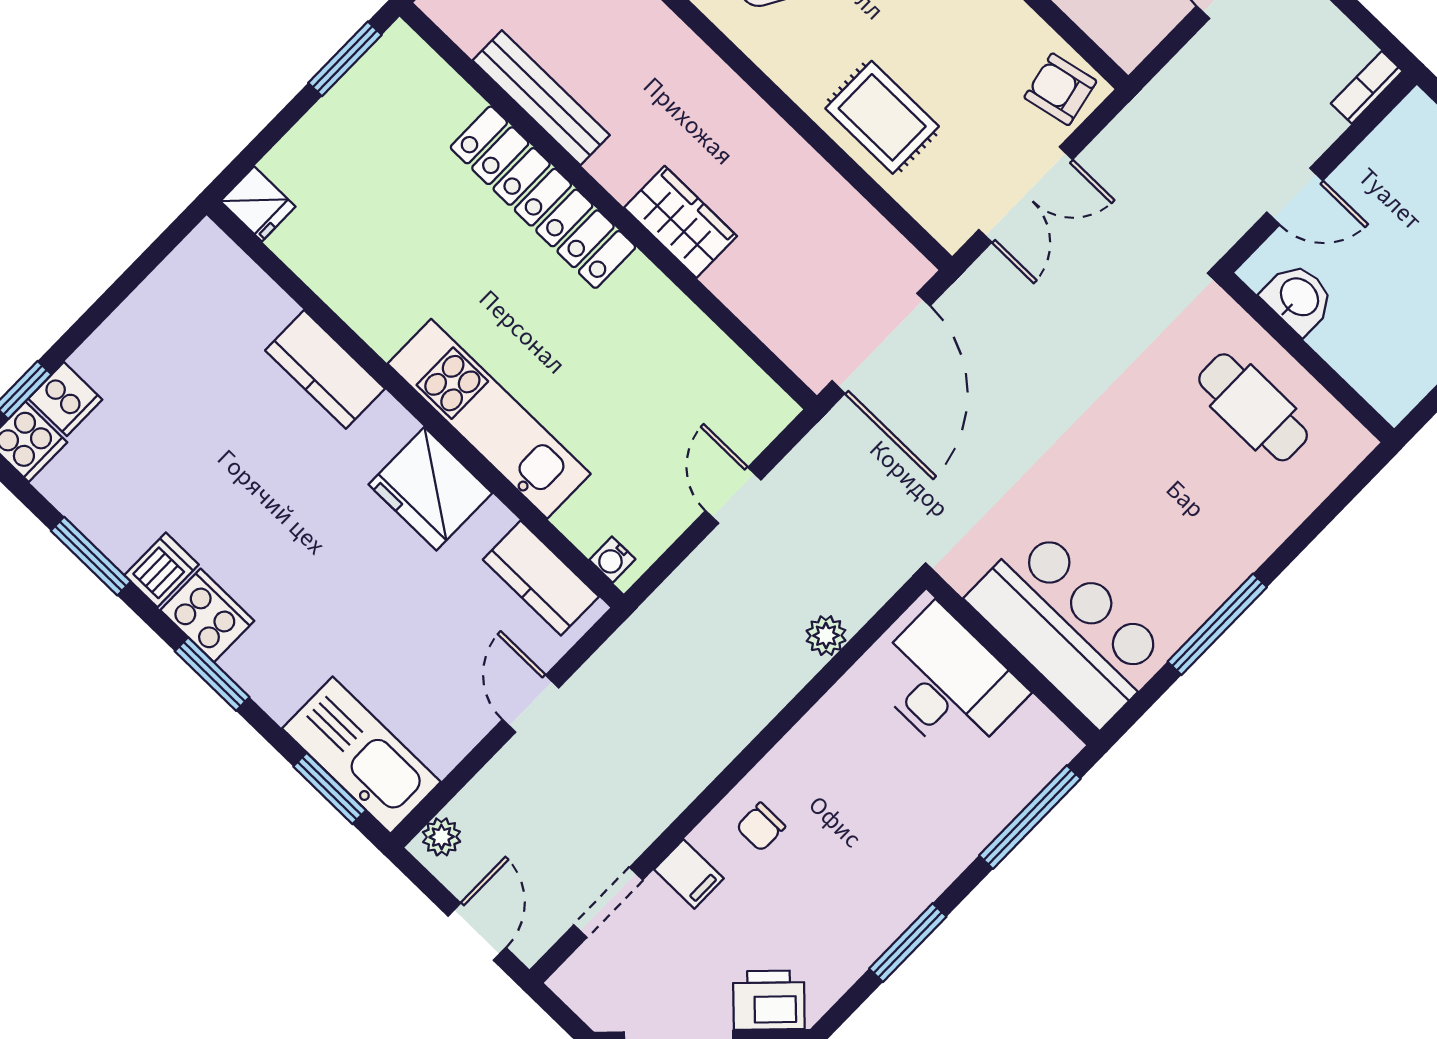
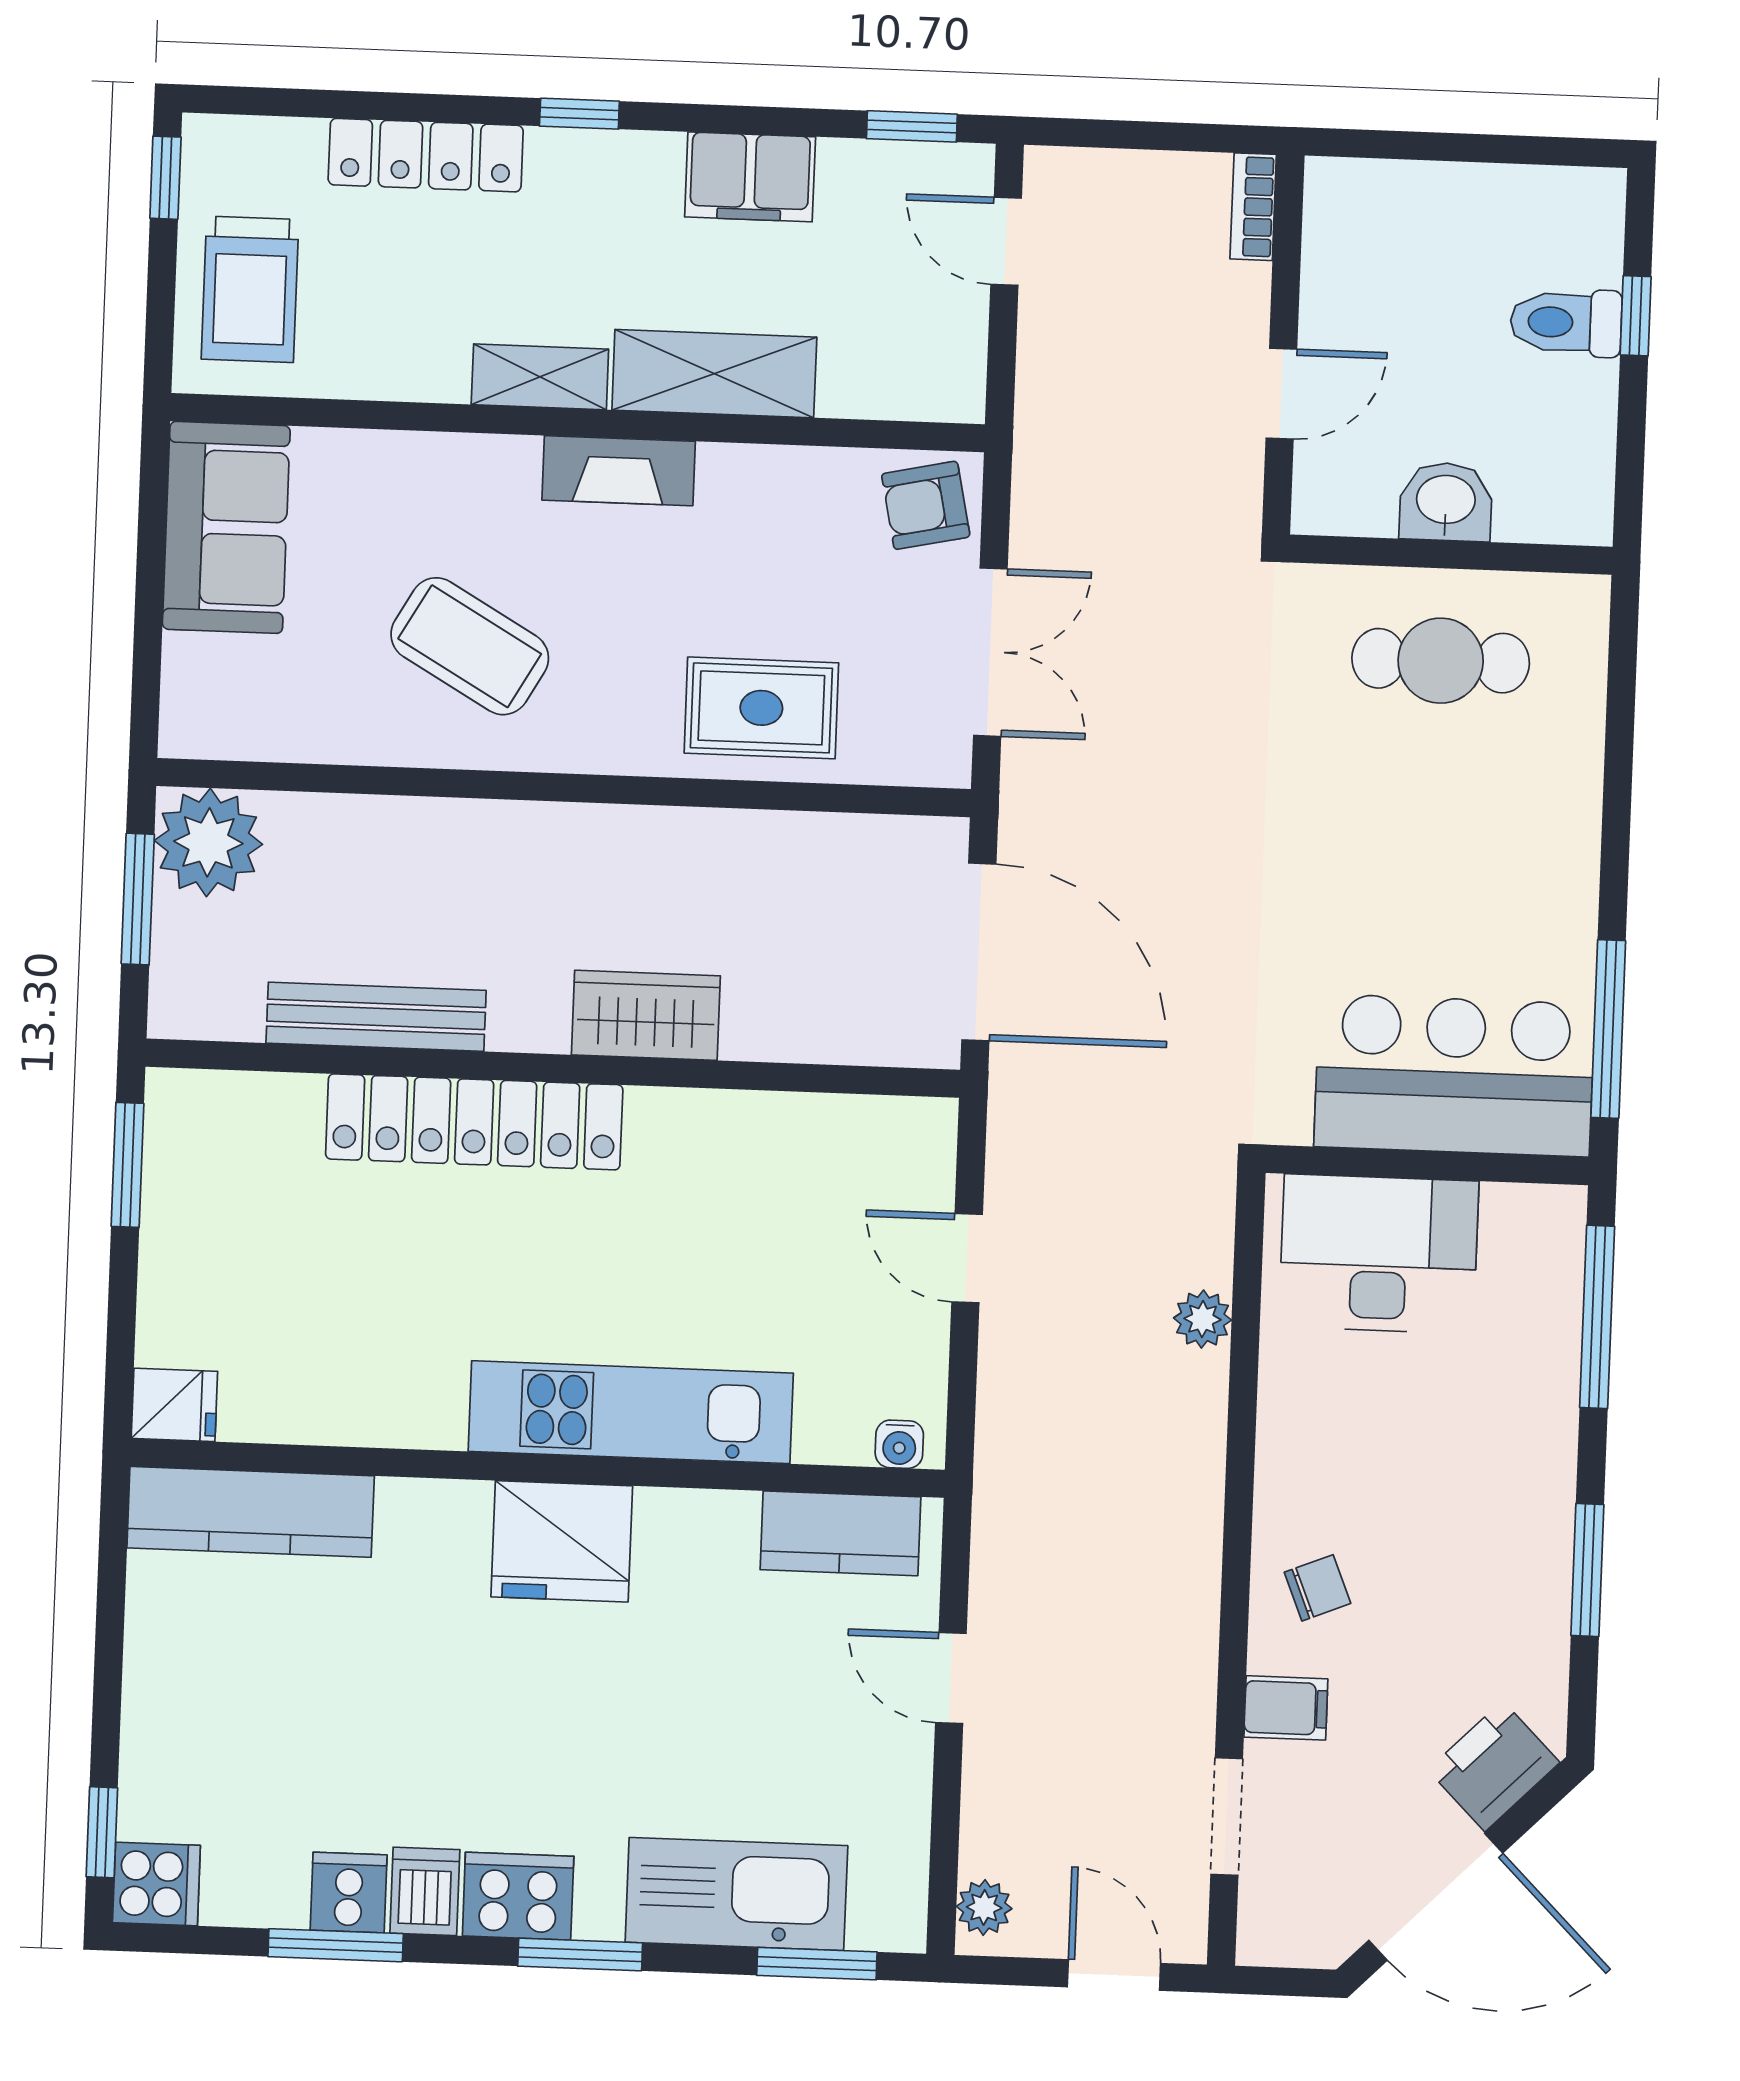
washbasin: (1298, 298) -> (1446, 502), moved
kitchen counter: (325, 369) -> (251, 1512), moved, width x1.50
cooker: (65, 399) -> (349, 1893), moved, turned -90
fridge: (430, 489) -> (562, 1541), moved
window: (1217, 624) -> (1608, 1029), moved
kitchen sink: (361, 755) -> (736, 1894), moved
chair: (761, 827) -> (1318, 1588), turned -112

